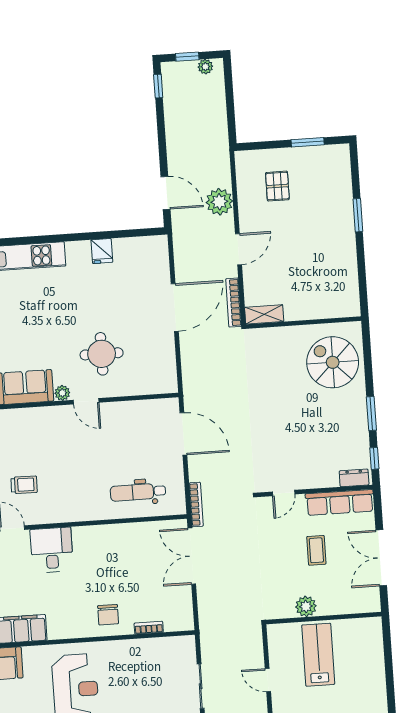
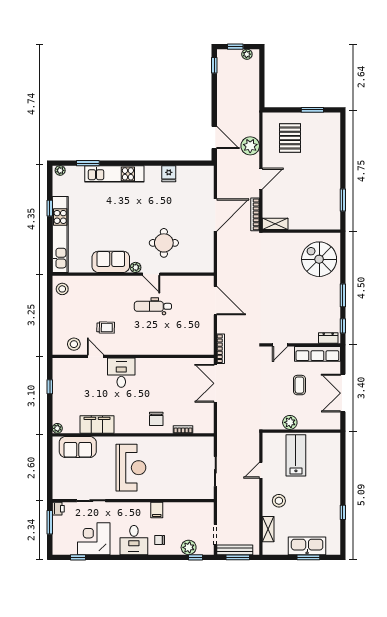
pallet: (277, 186) -> (290, 138), width x1.50, depth x1.42
window: (358, 215) -> (343, 200), moved
dental chair: (138, 492) -> (153, 306), moved
door: (268, 680) -> (261, 470), hinge flipped

